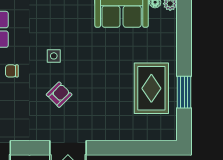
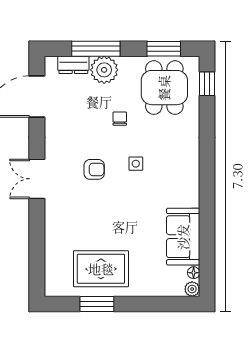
armchair: (59, 95) -> (94, 169), turned -45

